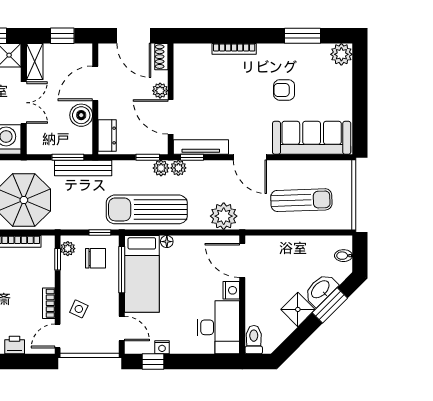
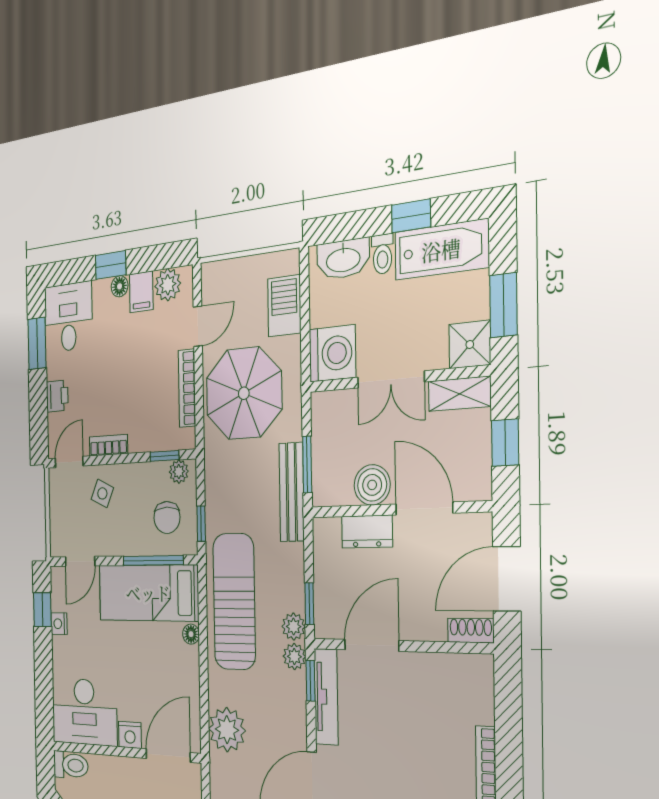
plant: (160, 91) -> (414, 627), removed
dresser: (107, 136) -> (367, 532), moved
door: (58, 336) -> (69, 462), hinge flipped

